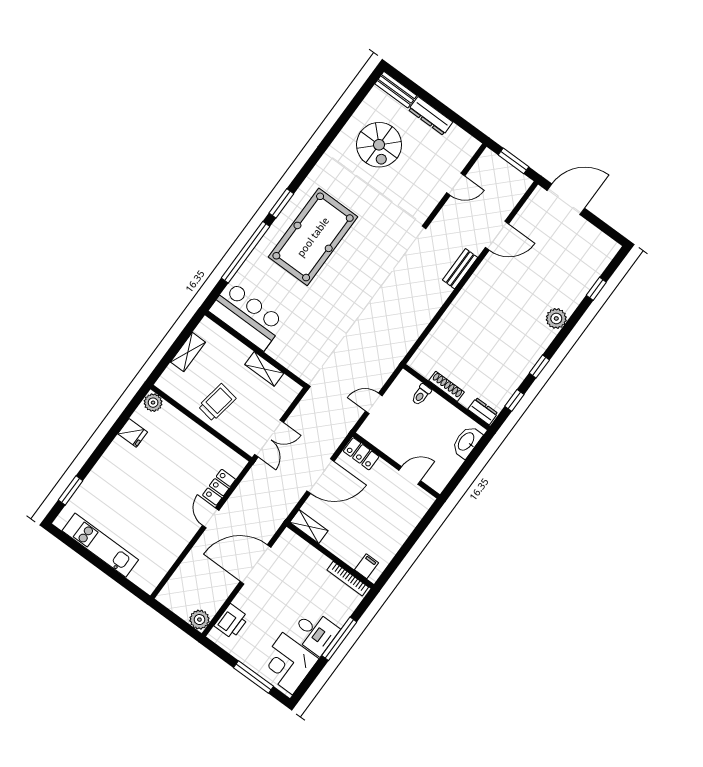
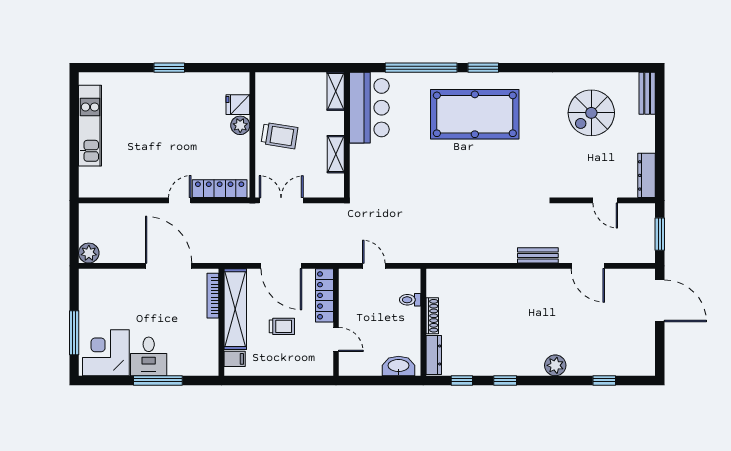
dresser: (431, 116) -> (646, 175), moved
shelving: (188, 352) -> (336, 91), moved, turned 90
plant: (153, 403) -> (240, 125), moved
dresser: (483, 411) -> (434, 355), width x1.44
fridge: (133, 433) -> (238, 105), moved, turned 90
double door: (269, 438) -> (281, 200), swing flipped
locker: (361, 454) -> (324, 295), width x1.53
locker: (219, 487) -> (220, 189), width x1.53
window: (71, 490) -> (169, 68), moved
trolley: (368, 510) -> (282, 326), added
shelving: (309, 526) -> (235, 309), width x2.20, depth x1.33
bookcase: (348, 579) -> (213, 296), moved
printer: (231, 621) -> (107, 281), removed

